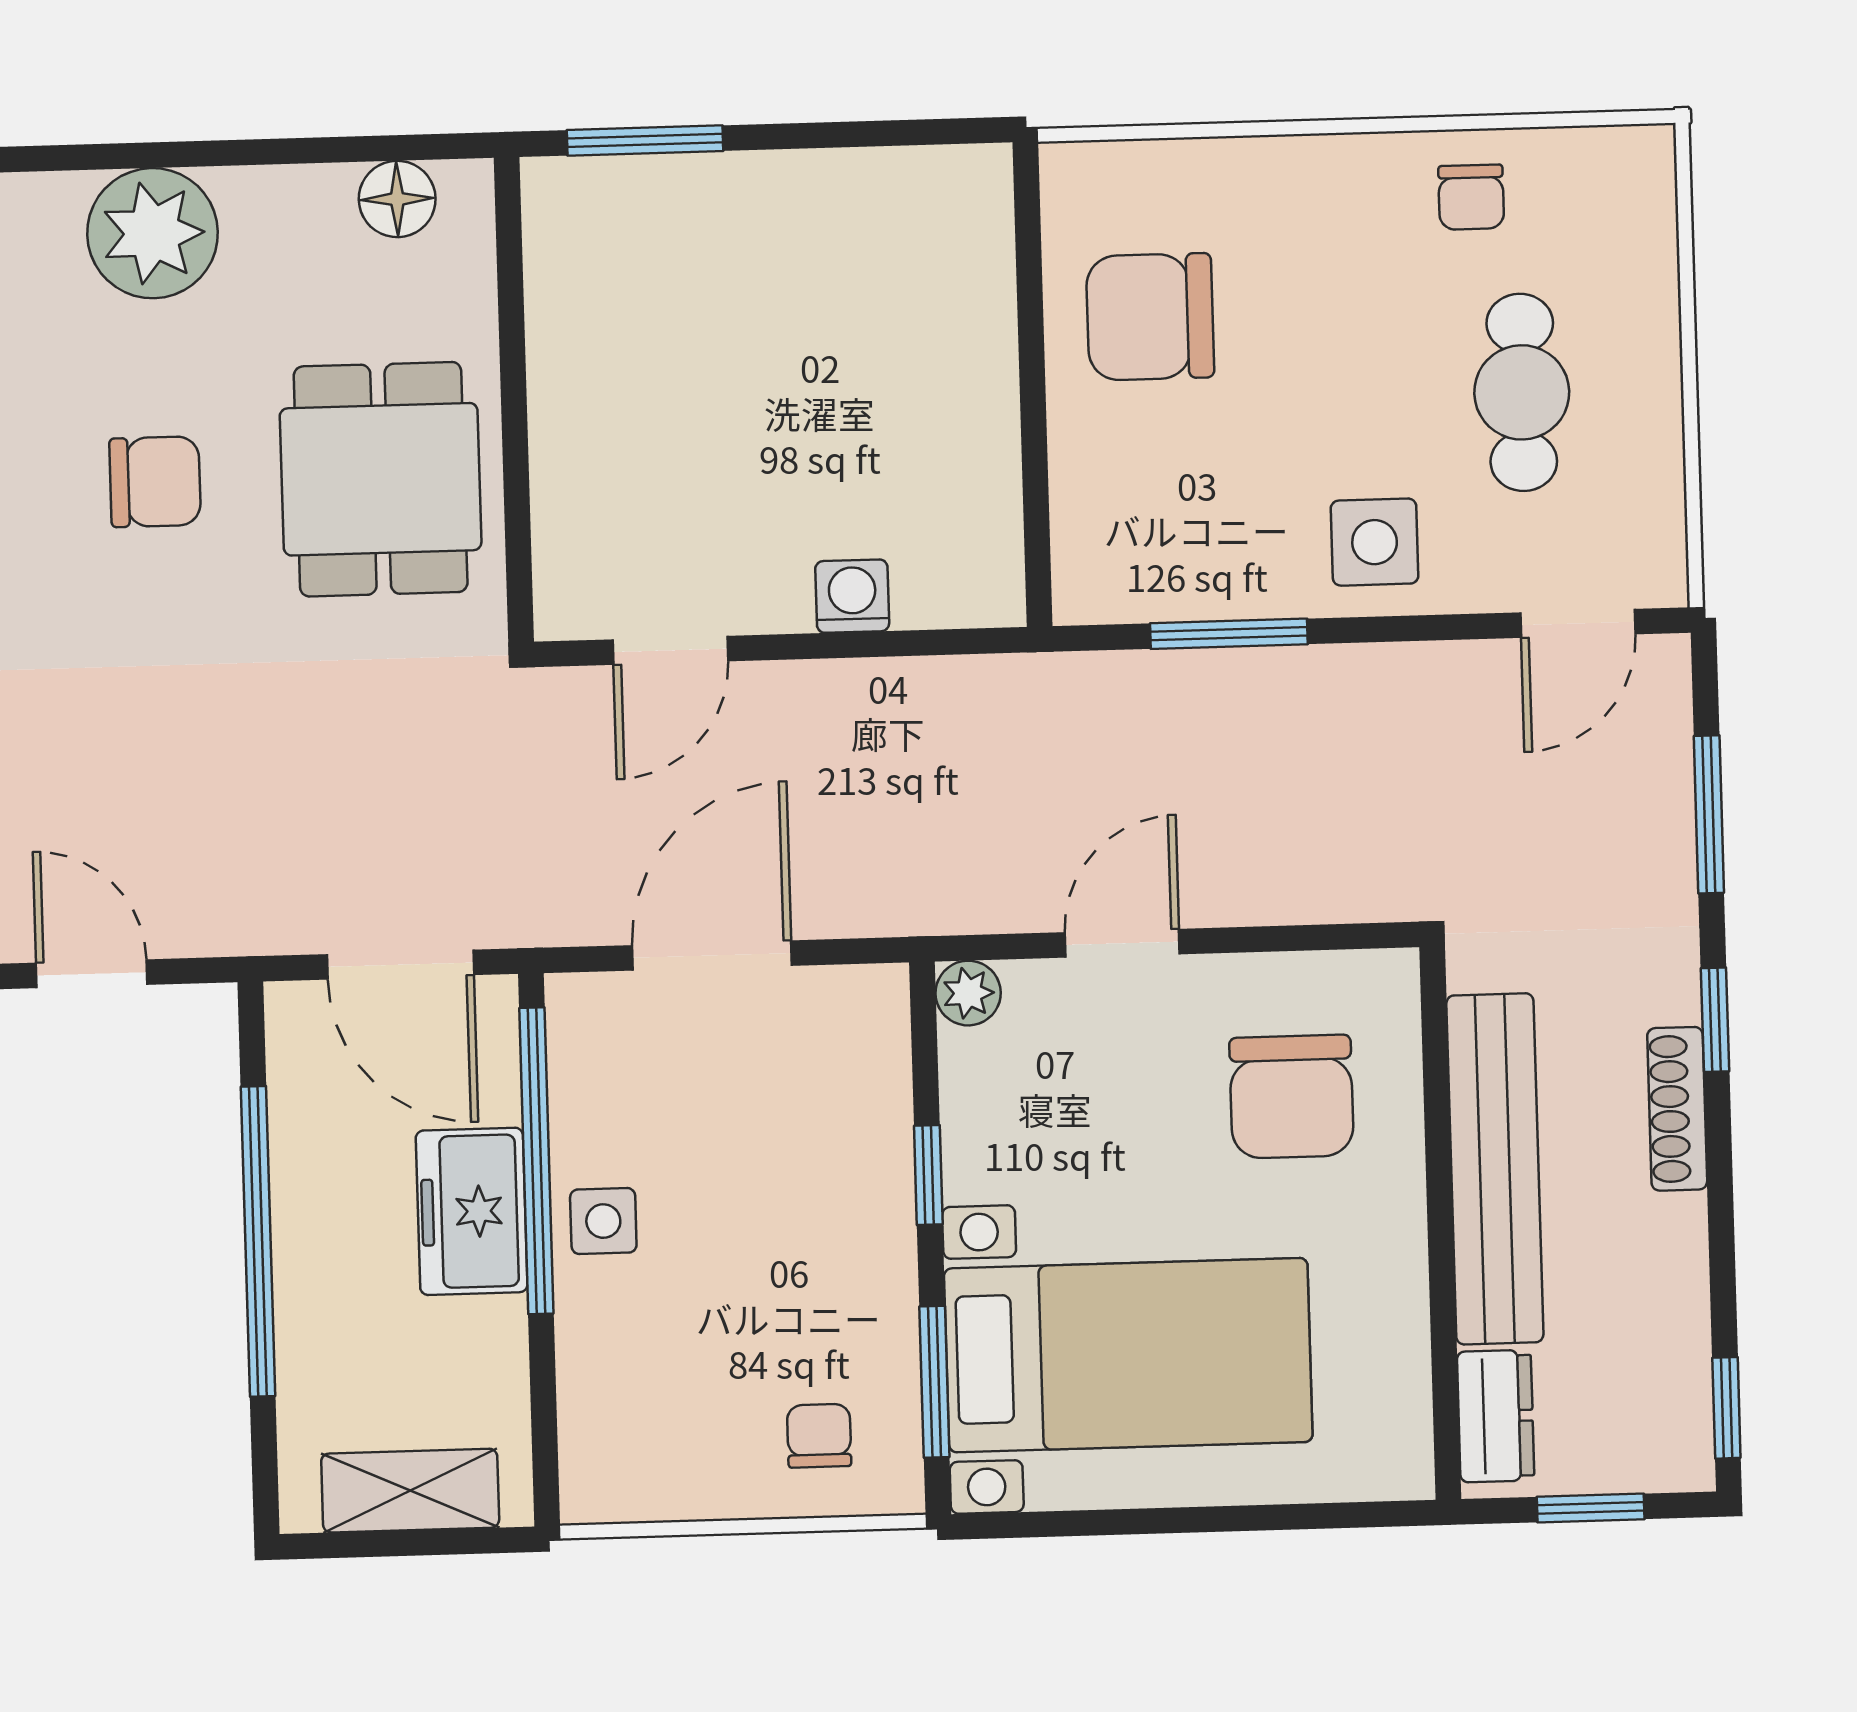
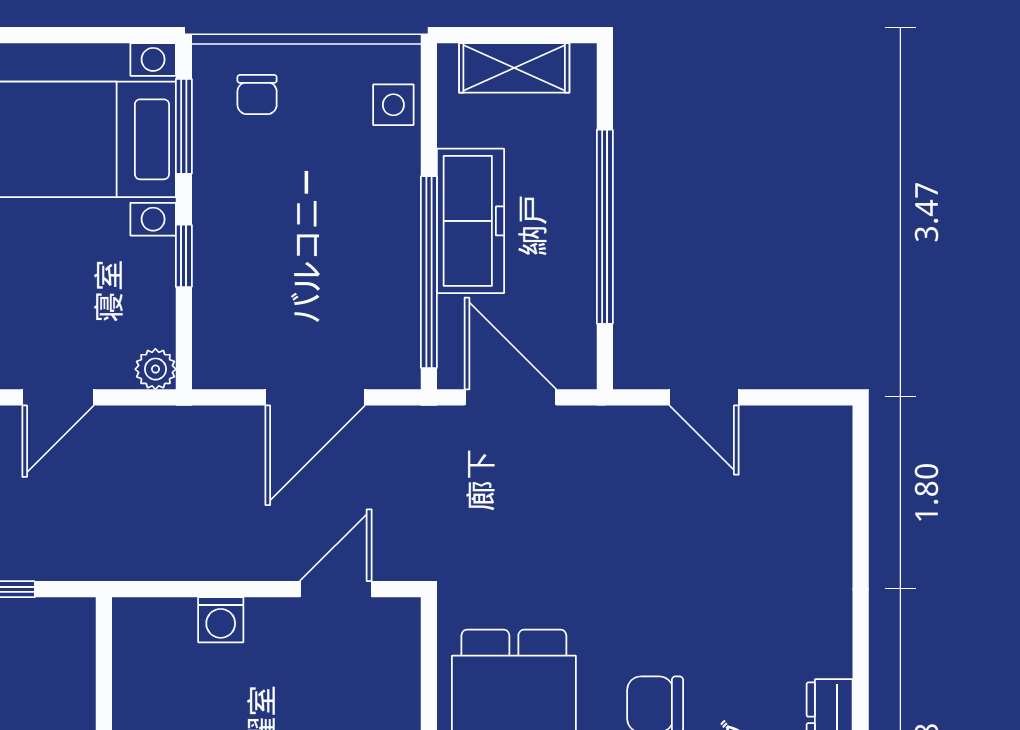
freezer: (472, 1211) -> (470, 221), width x1.40
side table: (603, 1221) -> (393, 105), moved

